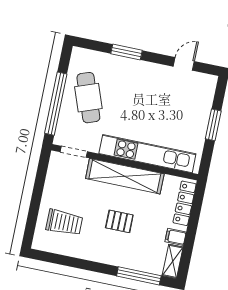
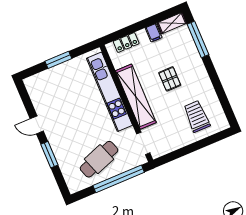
door: (184, 64) -> (37, 125), moved
locker: (185, 203) -> (126, 42), width x0.66

